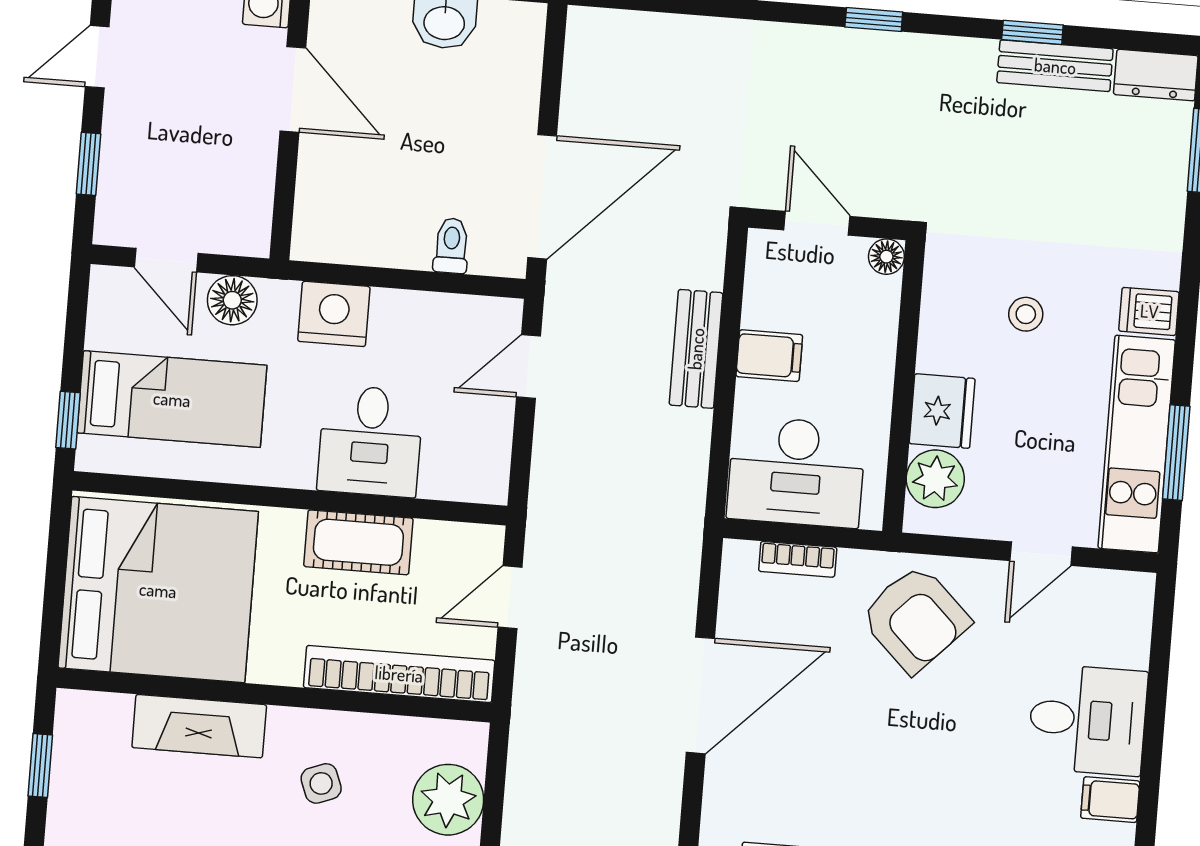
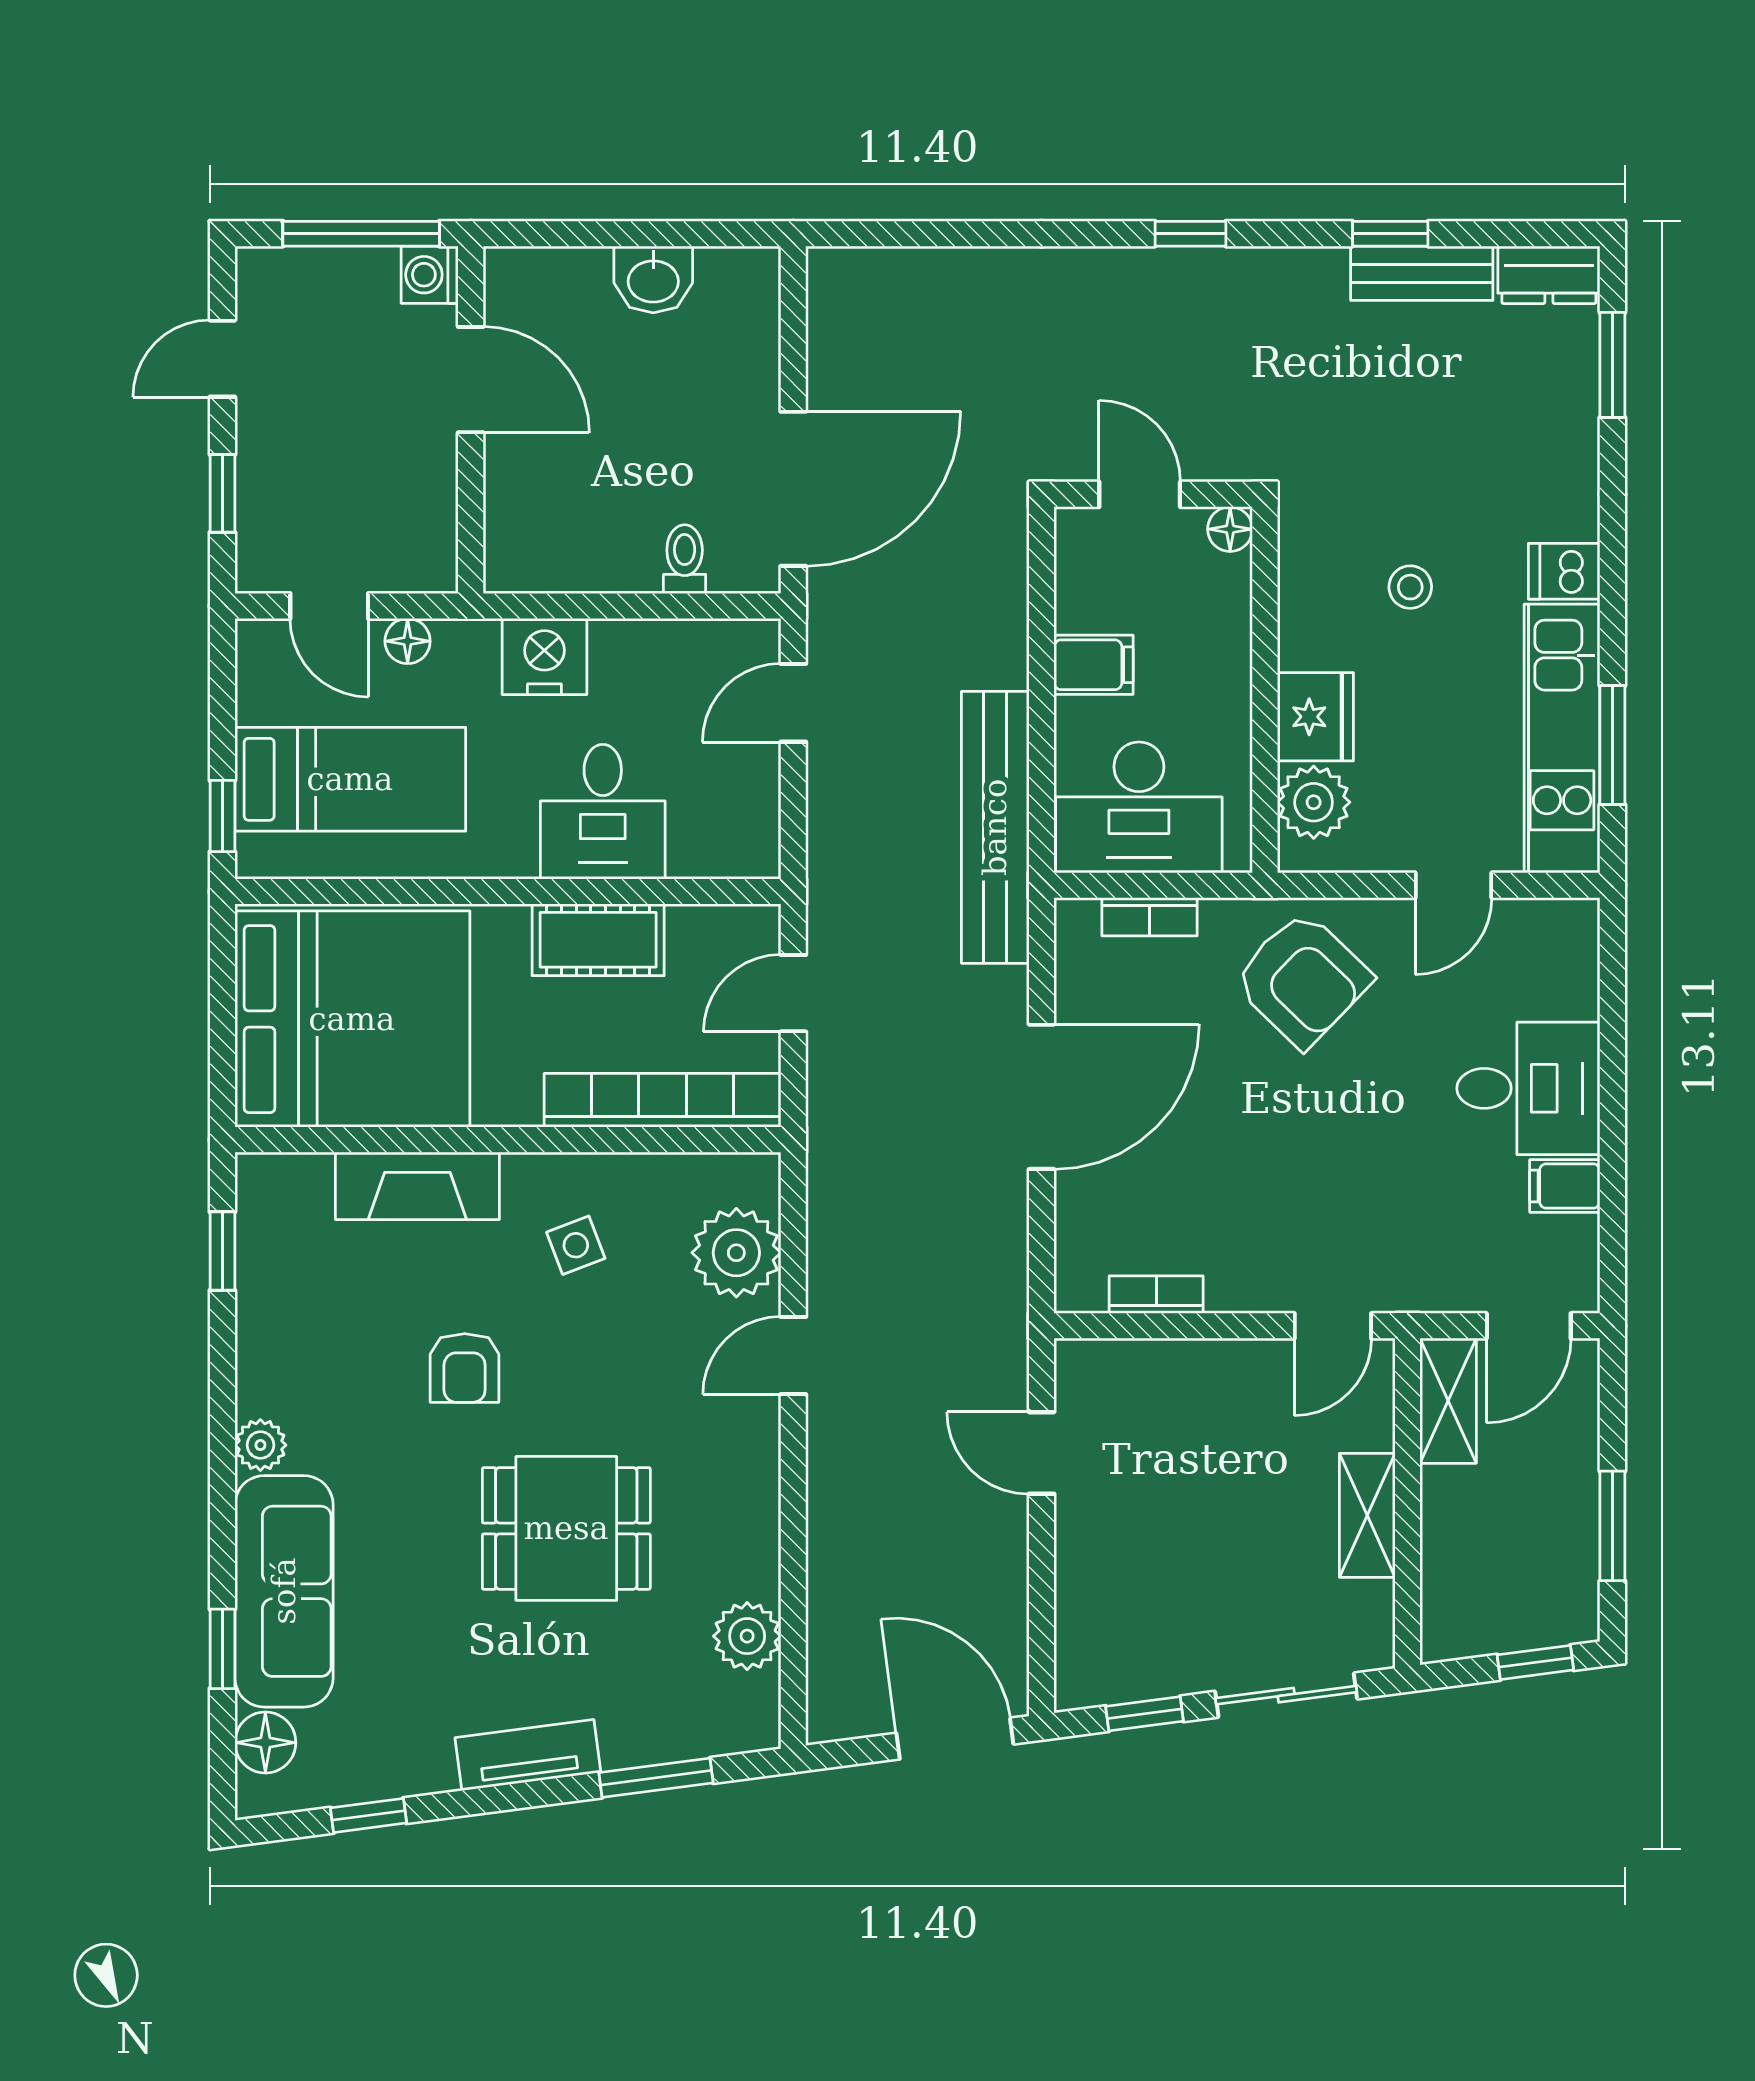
floor lamp: (232, 300) -> (408, 641), width x0.73, depth x0.73
bench: (696, 349) -> (995, 827), moved, width x1.86, depth x1.21

